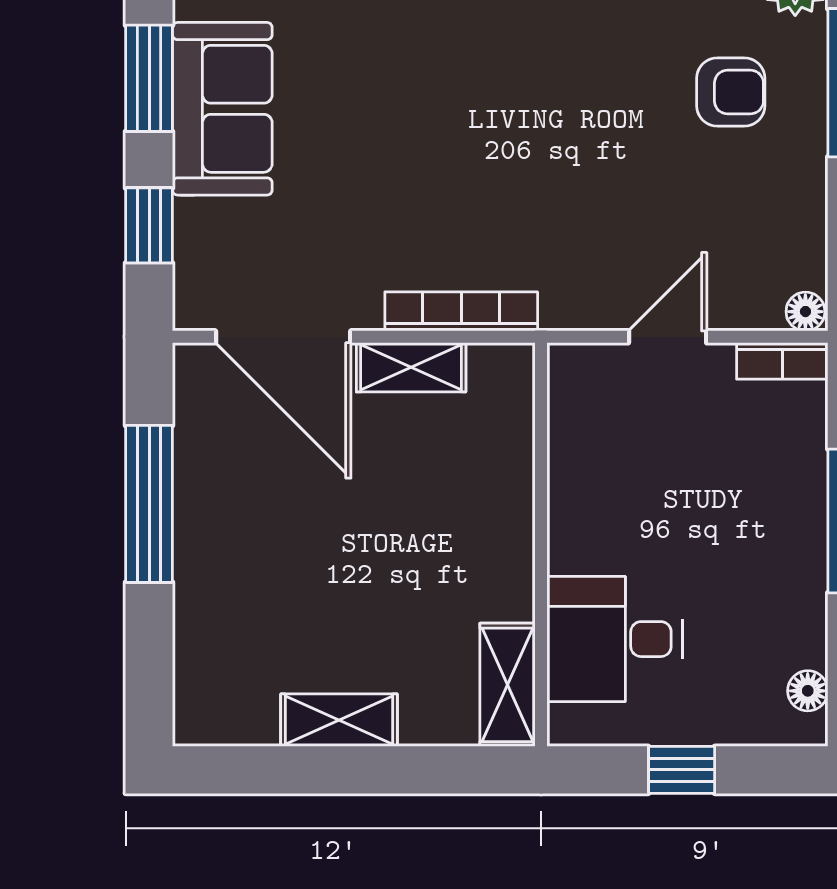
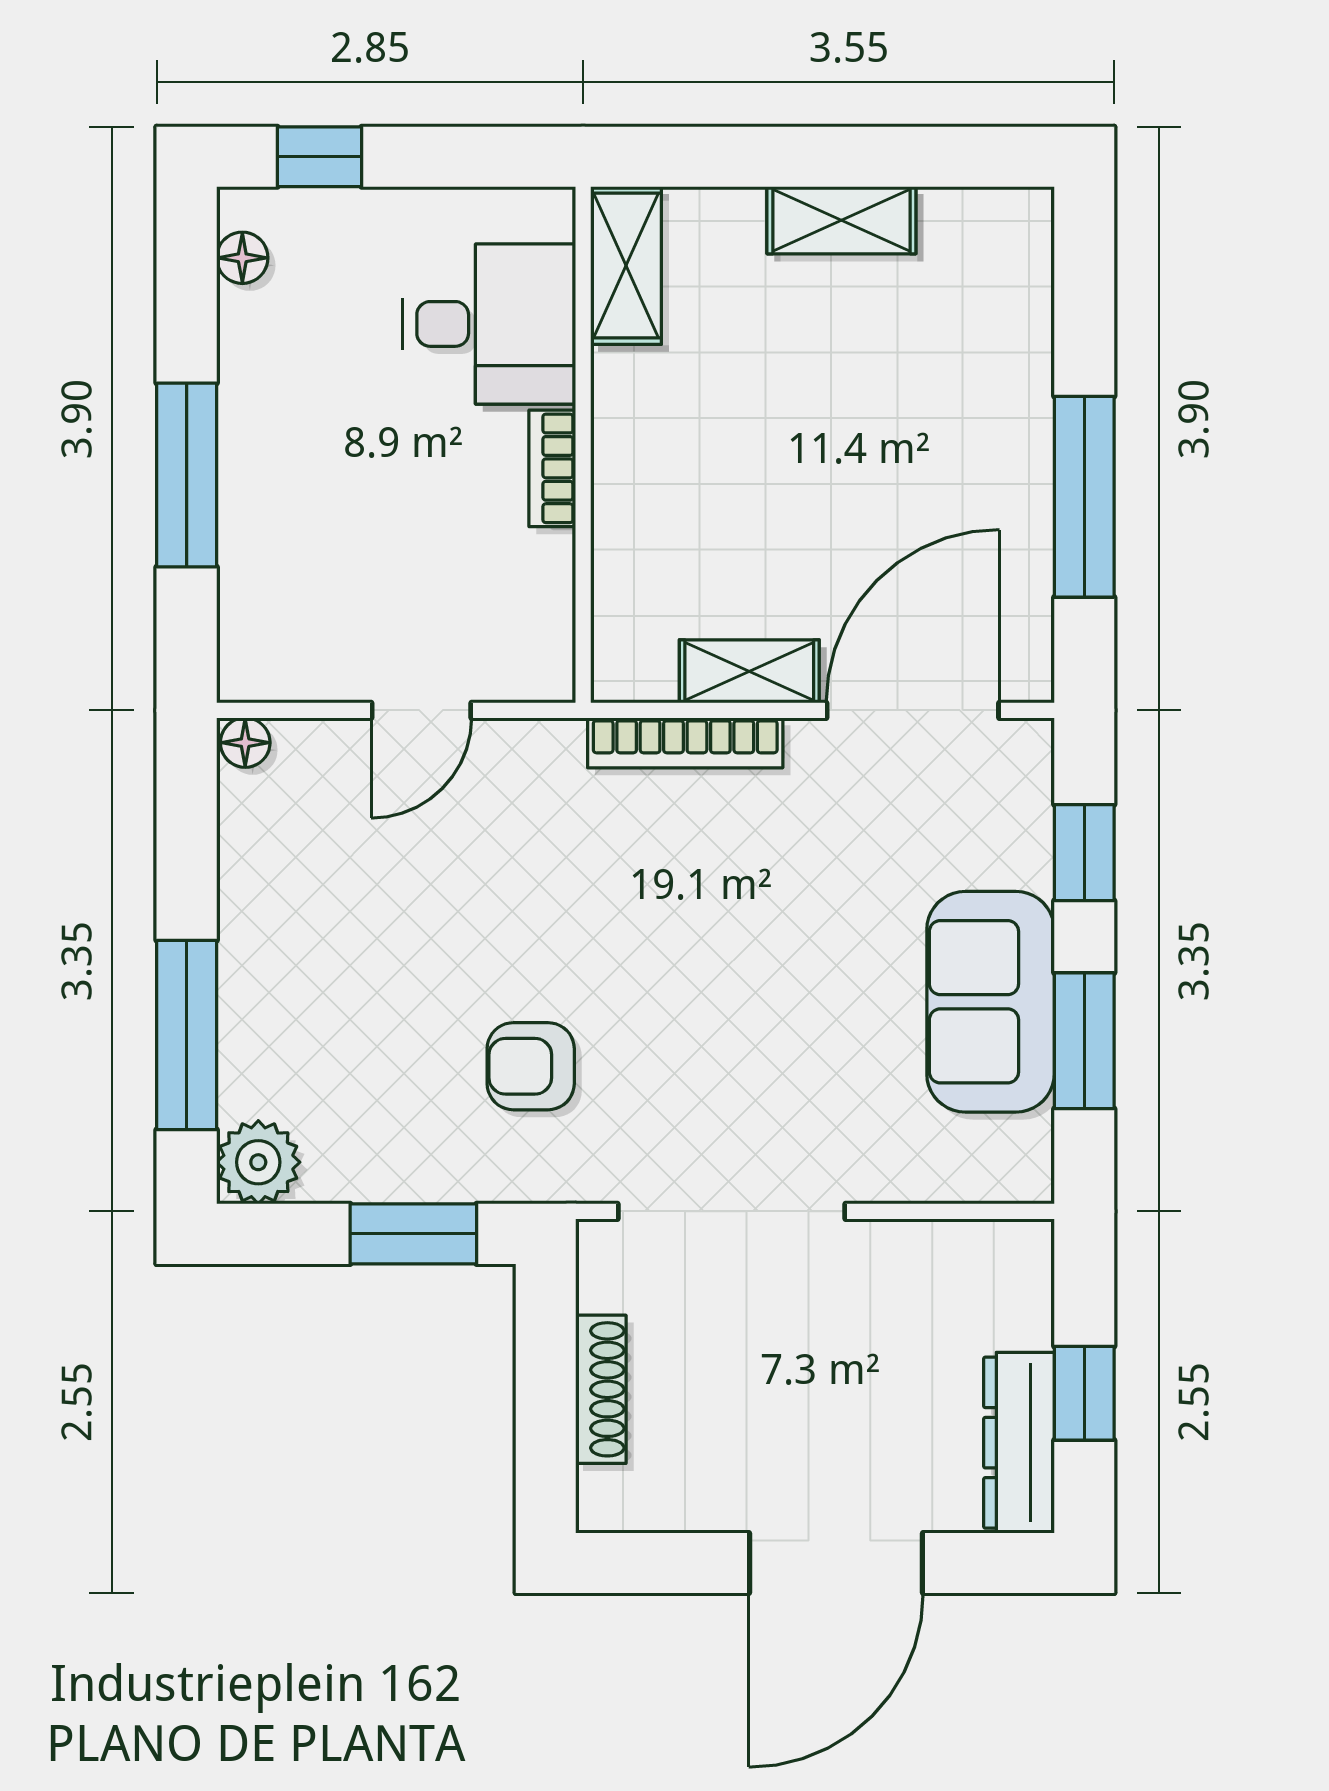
armchair: (731, 92) -> (531, 1066), moved
door: (283, 337) -> (913, 710), hinge flipped
bookcase: (782, 361) -> (552, 468), moved, turned -90
window: (682, 770) -> (319, 157), moved

